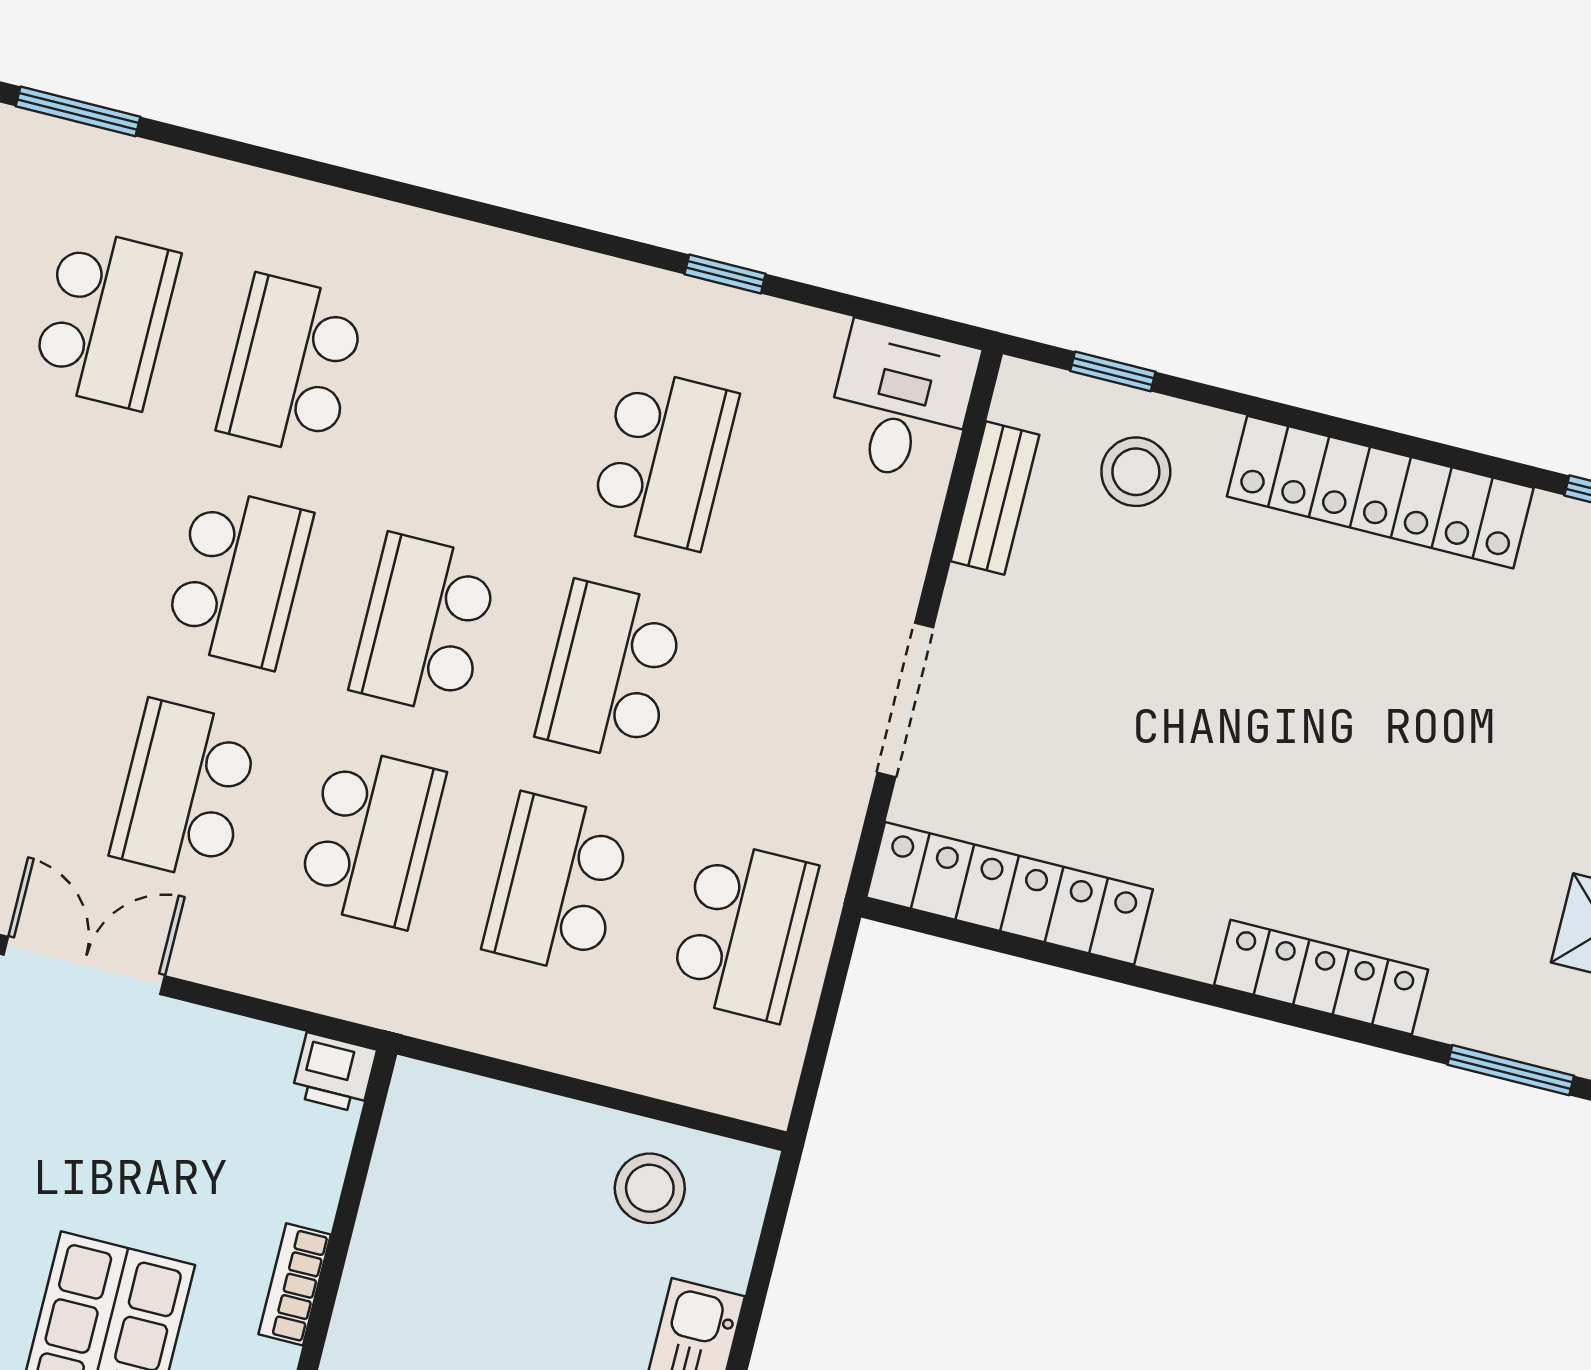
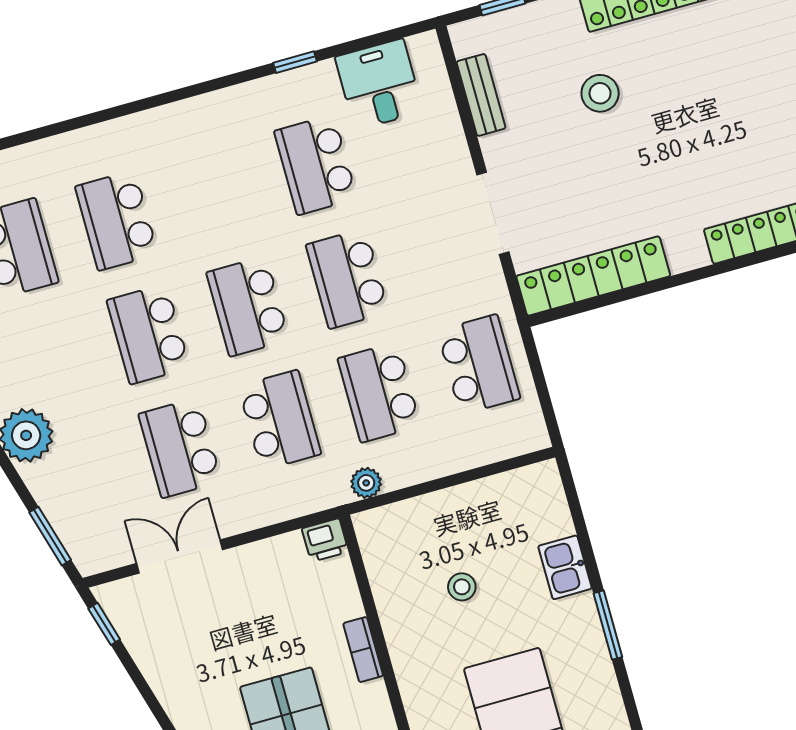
desk: (901, 402) -> (379, 84), moved
school desk: (664, 459) -> (316, 165), turned 180
stool: (1136, 472) -> (600, 93), moved
school desk: (238, 578) -> (148, 334), turned 180
plant: (453, 1018) -> (366, 483), added
stool: (650, 1188) -> (462, 587), moved, width x0.73, depth x0.73

